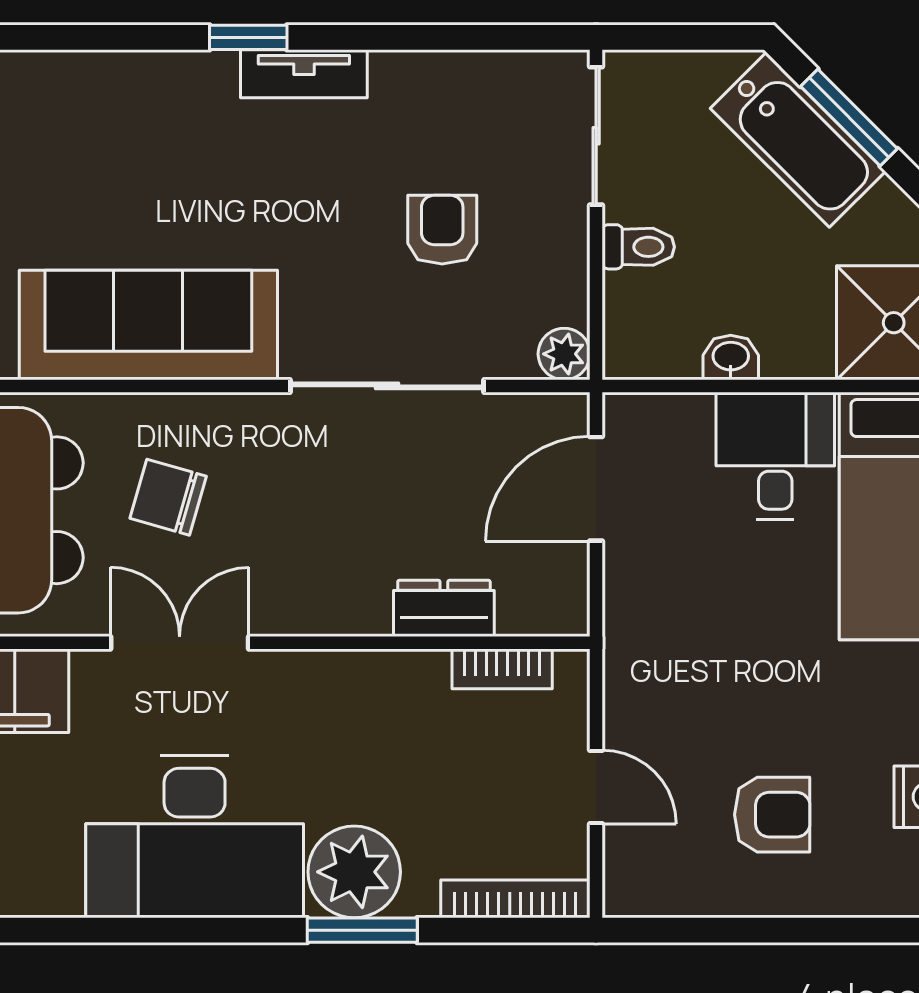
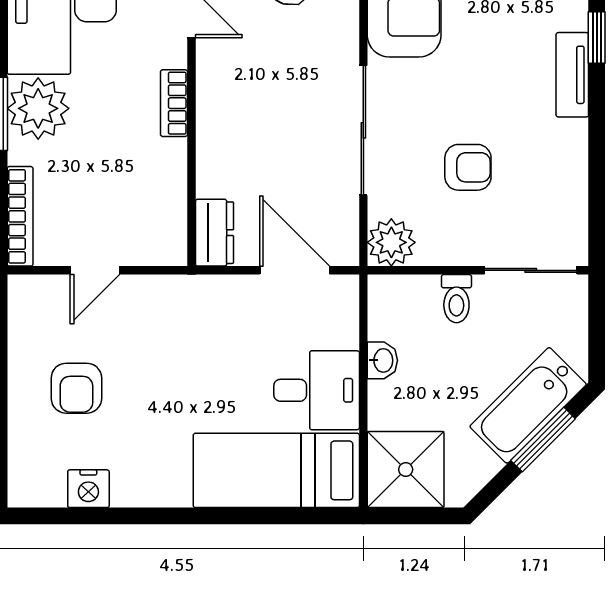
plant: (564, 354) -> (391, 242), width x1.38, depth x1.38
dresser: (444, 608) -> (214, 233), moved
bookcase: (502, 669) -> (174, 103), moved

